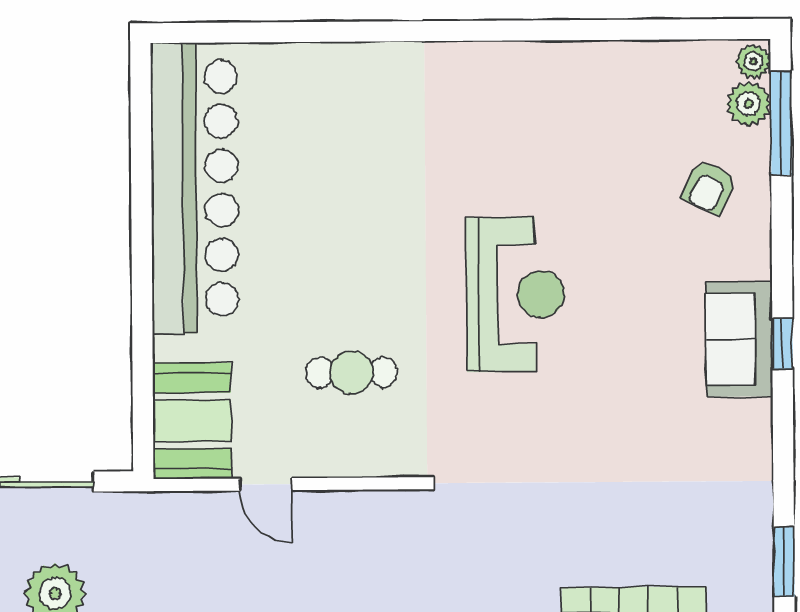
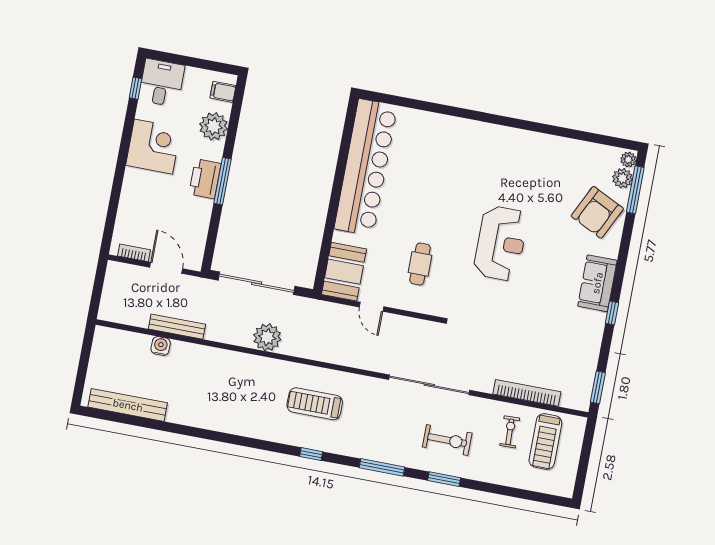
armchair: (709, 187) -> (597, 212), width x1.88, depth x1.88
window: (782, 344) -> (612, 313), moved
cafe table: (351, 372) -> (420, 264), turned 90

